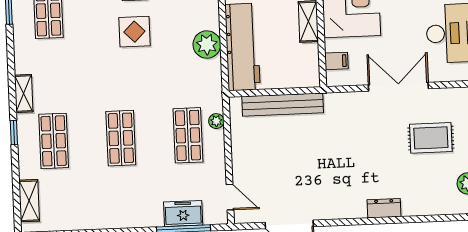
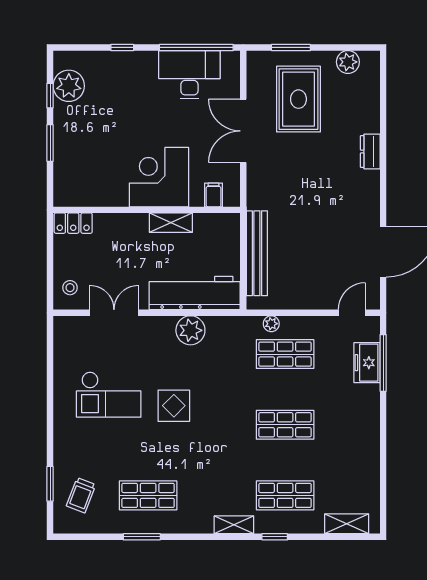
rug: (431, 138) -> (298, 99), width x1.36, depth x1.43

